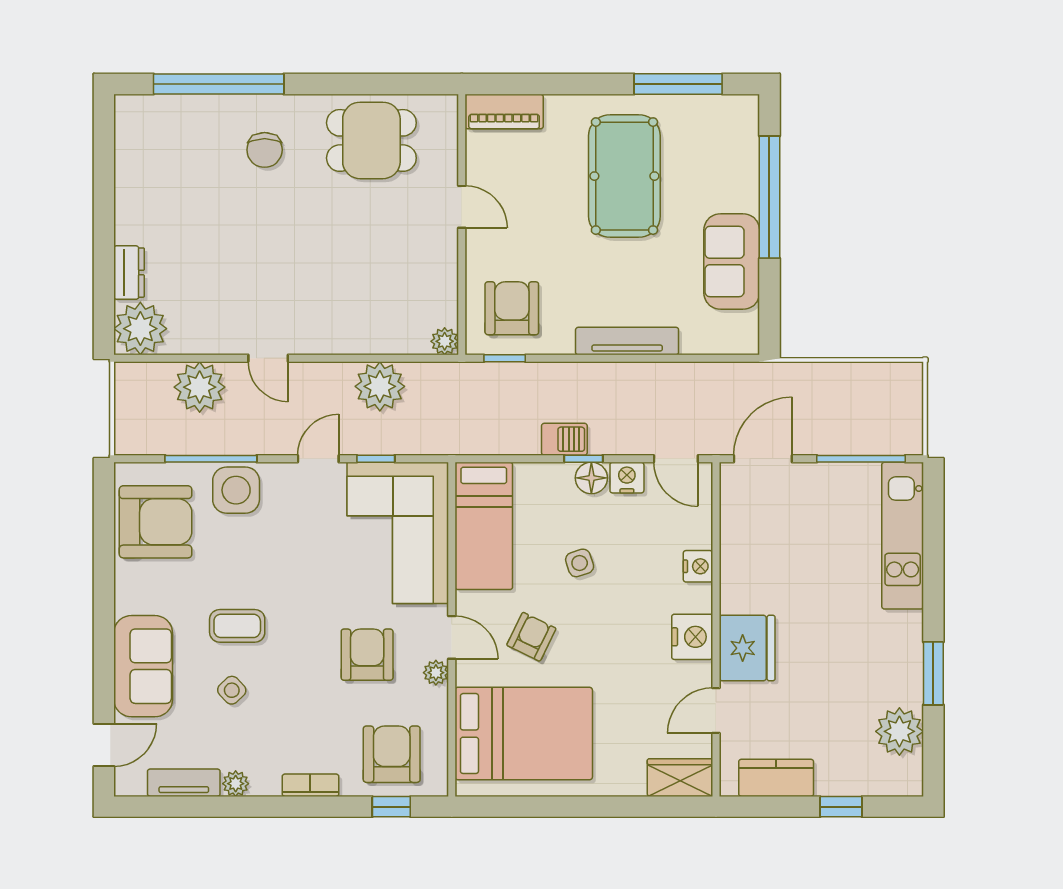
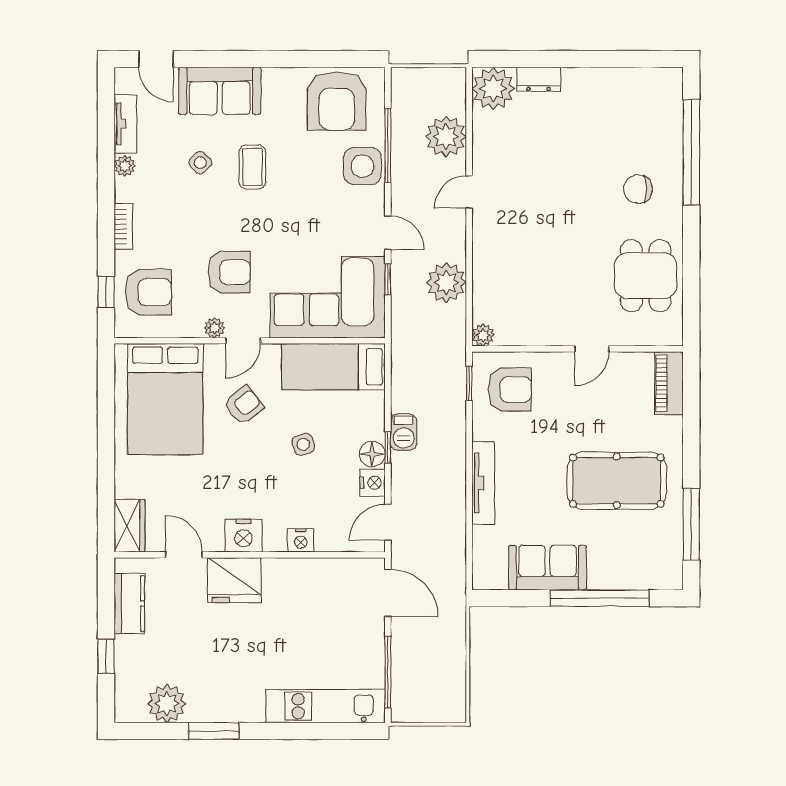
armchair: (531, 637) -> (244, 405), turned -64

